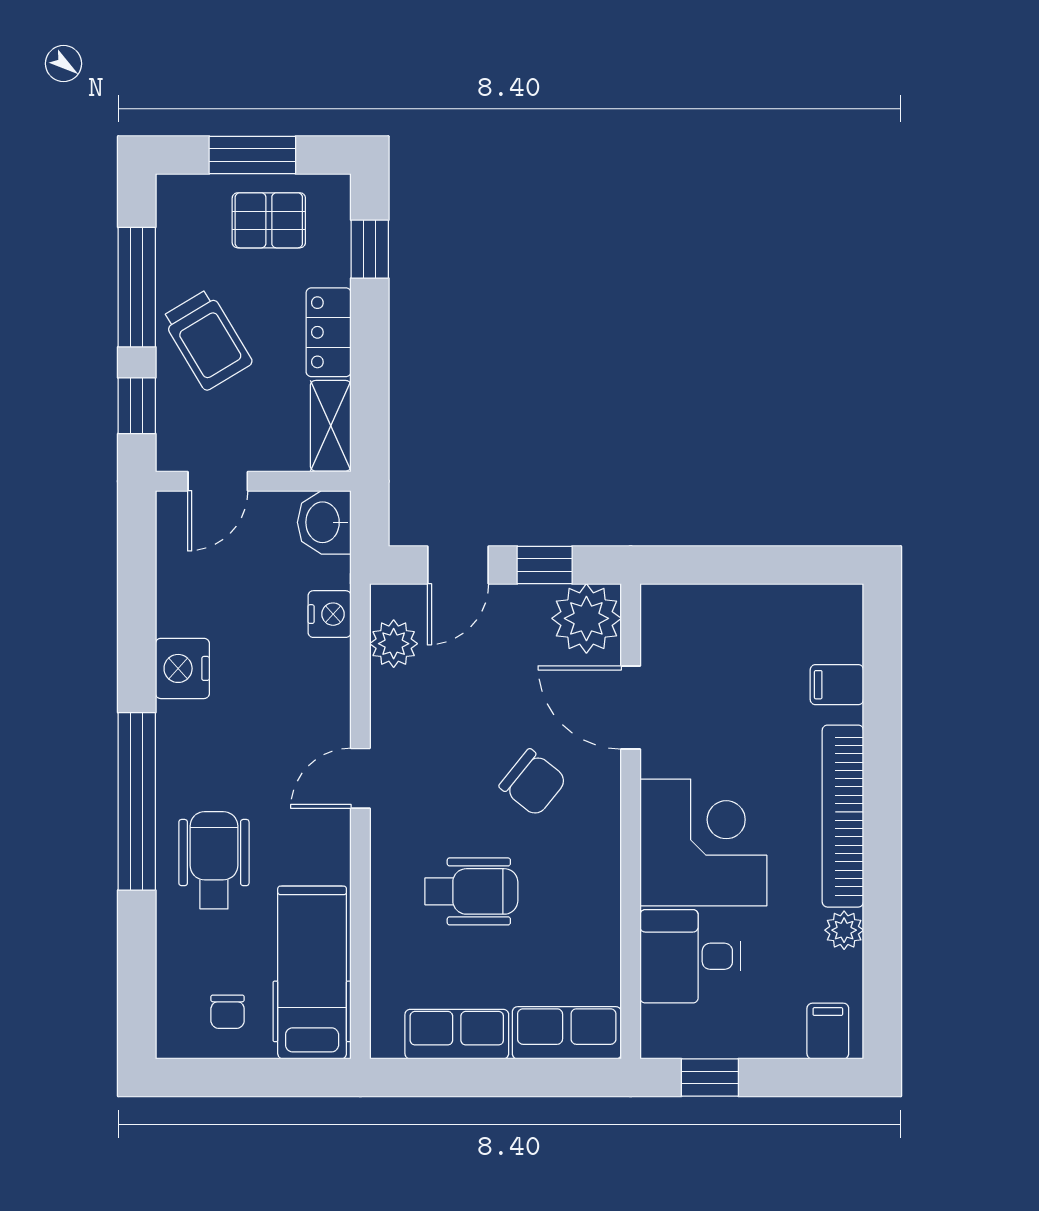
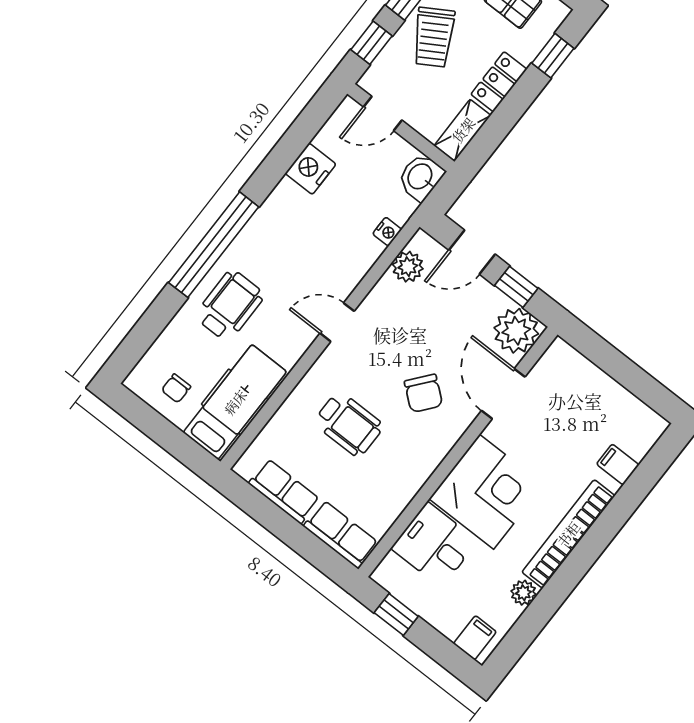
nightstand: (330, 614) -> (387, 232), width x0.72, depth x0.74
nightstand: (182, 668) -> (311, 169), moved

